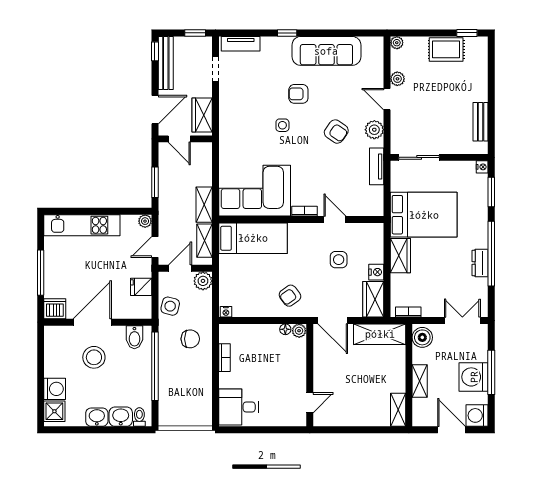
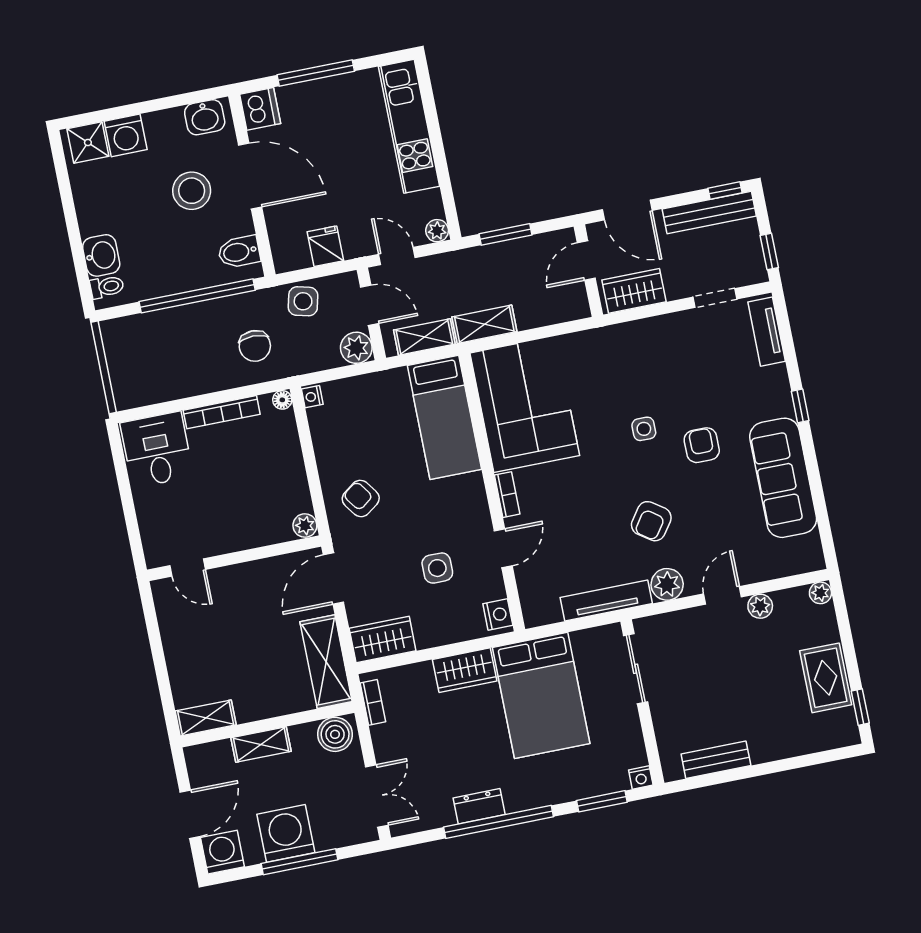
tv unit: (377, 166) -> (606, 600), width x1.41
nightstand: (376, 272) -> (498, 615), moved, turned -90
floor lamp: (285, 329) -> (282, 400), moved
bookcase: (224, 358) -> (222, 412), width x1.56
washbasin: (97, 417) -> (205, 117), moved, turned 90

